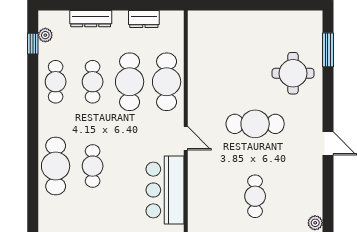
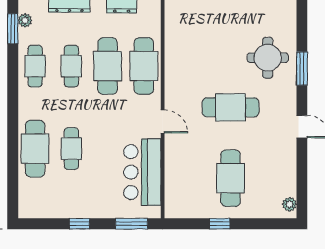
window: (33, 44) -> (13, 29), width x1.50
window: (328, 50) -> (302, 68), moved
cafe table: (255, 196) -> (231, 178), width x1.37, depth x1.35

